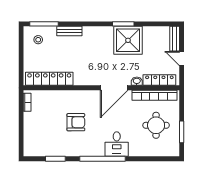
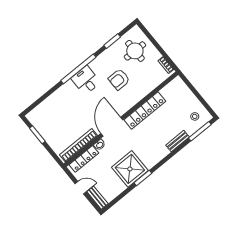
locker: (49, 79) -> (145, 110), moved
round table: (156, 125) -> (135, 51), moved
desk: (117, 144) -> (86, 80), moved

